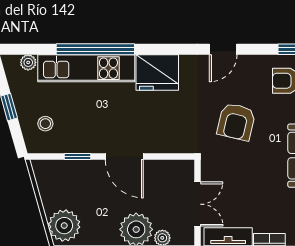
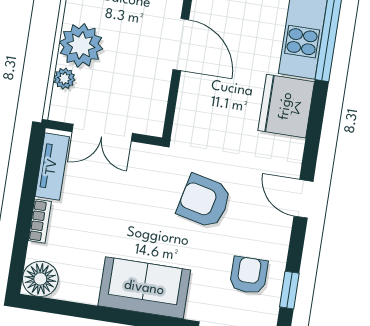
door: (124, 157) -> (181, 45), swing flipped

